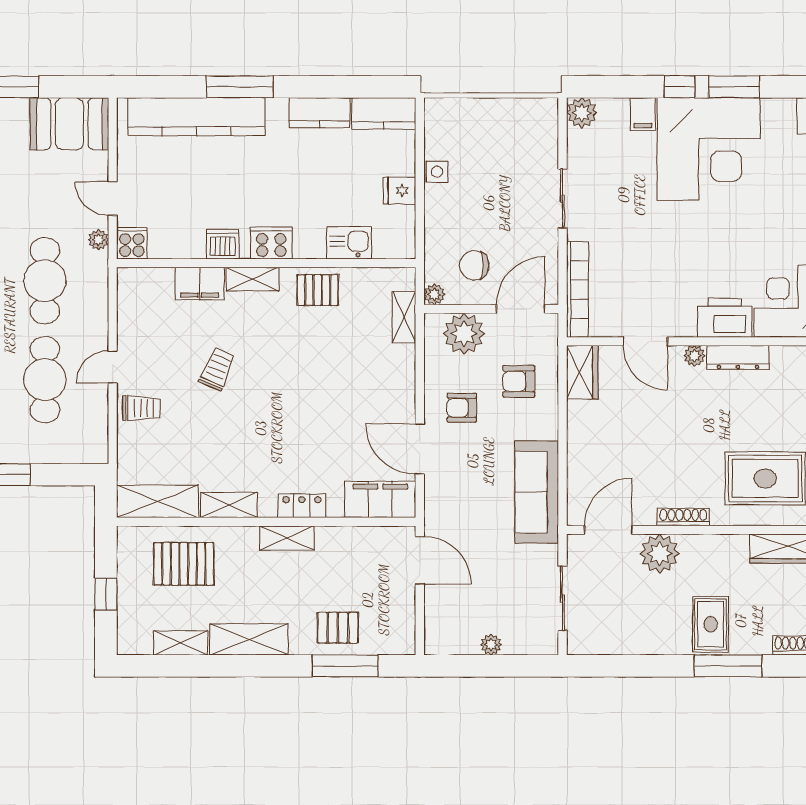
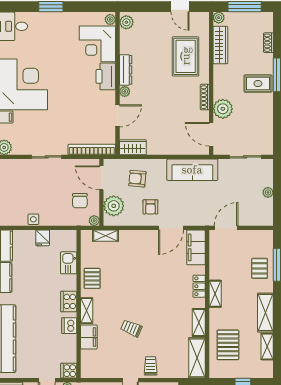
armchair: (519, 381) -> (137, 179), turned 95

